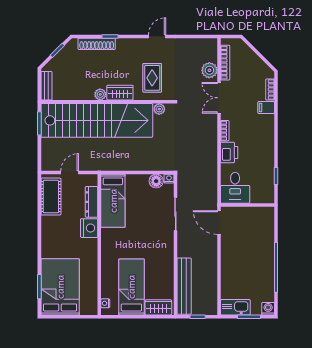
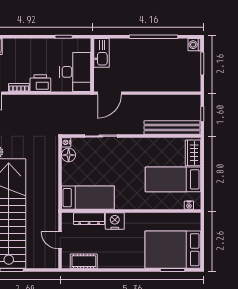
desk: (235, 188) -> (75, 72), width x1.37
cot: (51, 197) -> (84, 261), width x0.73, depth x0.75
kitchen sink: (235, 307) -> (101, 53), moved, turned 180

